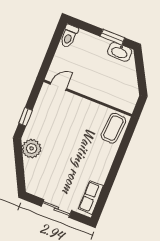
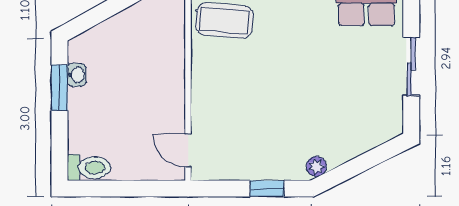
washbasin: (120, 52) -> (77, 75), width x0.52, depth x0.69
plant: (32, 149) -> (316, 166), width x0.53, depth x0.53

